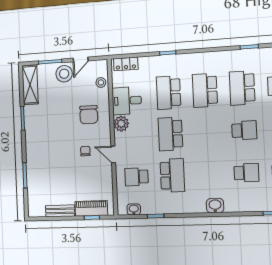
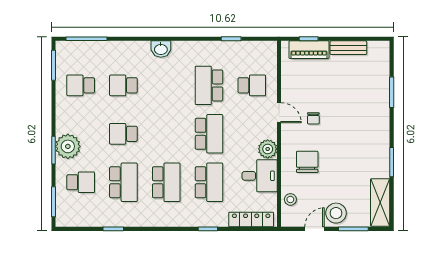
locker: (126, 64) -> (251, 220), width x1.53
washbasin: (134, 209) -> (257, 47), removed

